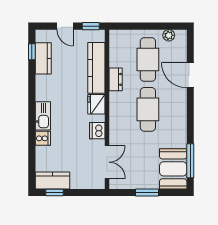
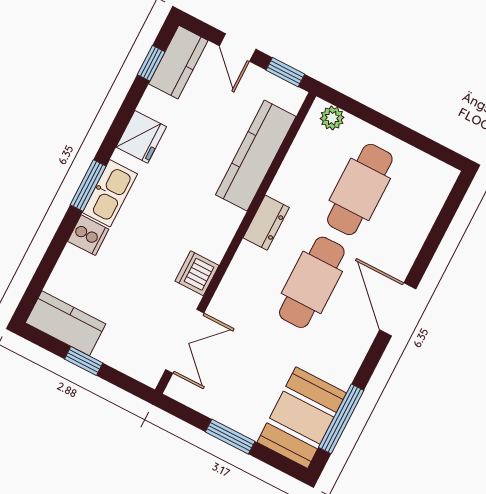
plant: (169, 35) -> (332, 118), moved
kitchen counter: (43, 58) -> (178, 62), moved
door: (190, 75) -> (398, 309), moved
dresser: (116, 79) -> (266, 223), moved
fridge: (96, 104) -> (141, 137), moved, turned 180
window: (32, 117) -> (88, 185), added
window: (54, 193) -> (84, 361), moved

